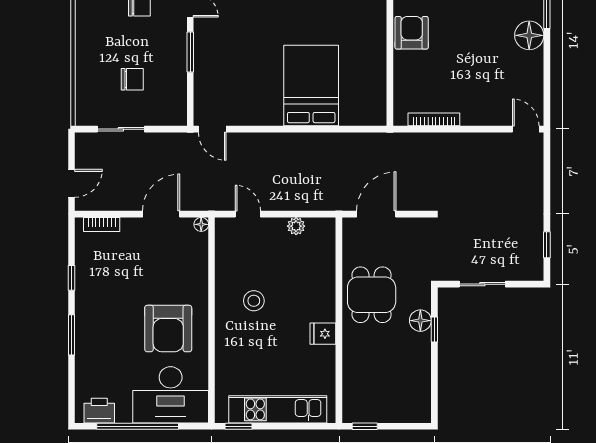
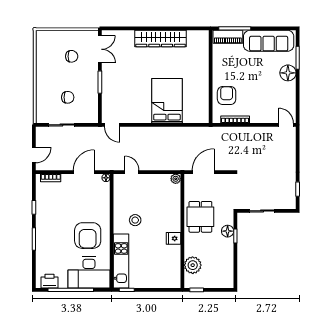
armchair: (412, 33) -> (227, 95), moved
plant: (296, 226) -> (176, 179), moved
plant: (358, 382) -> (193, 265), added
kitchen unit: (278, 409) -> (121, 261), moved, turned 90

